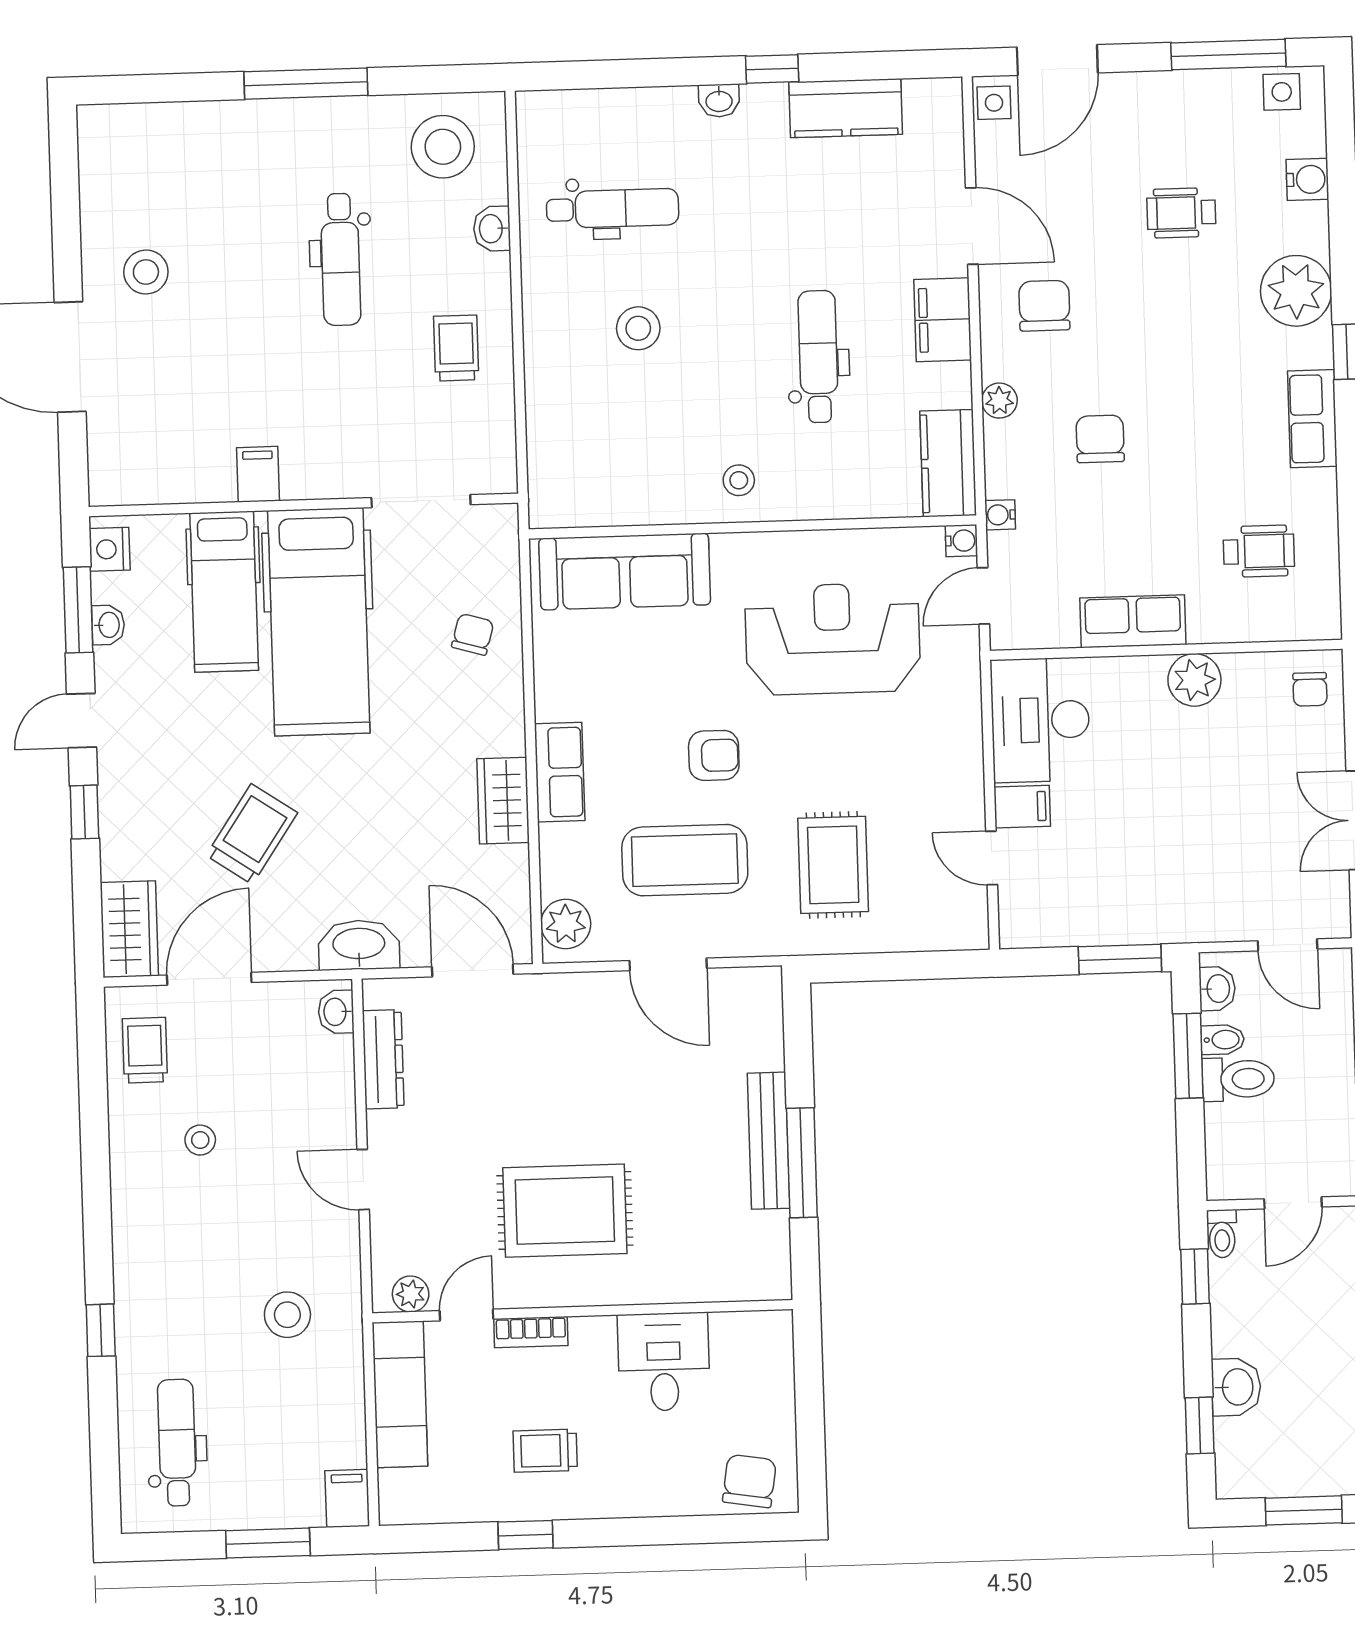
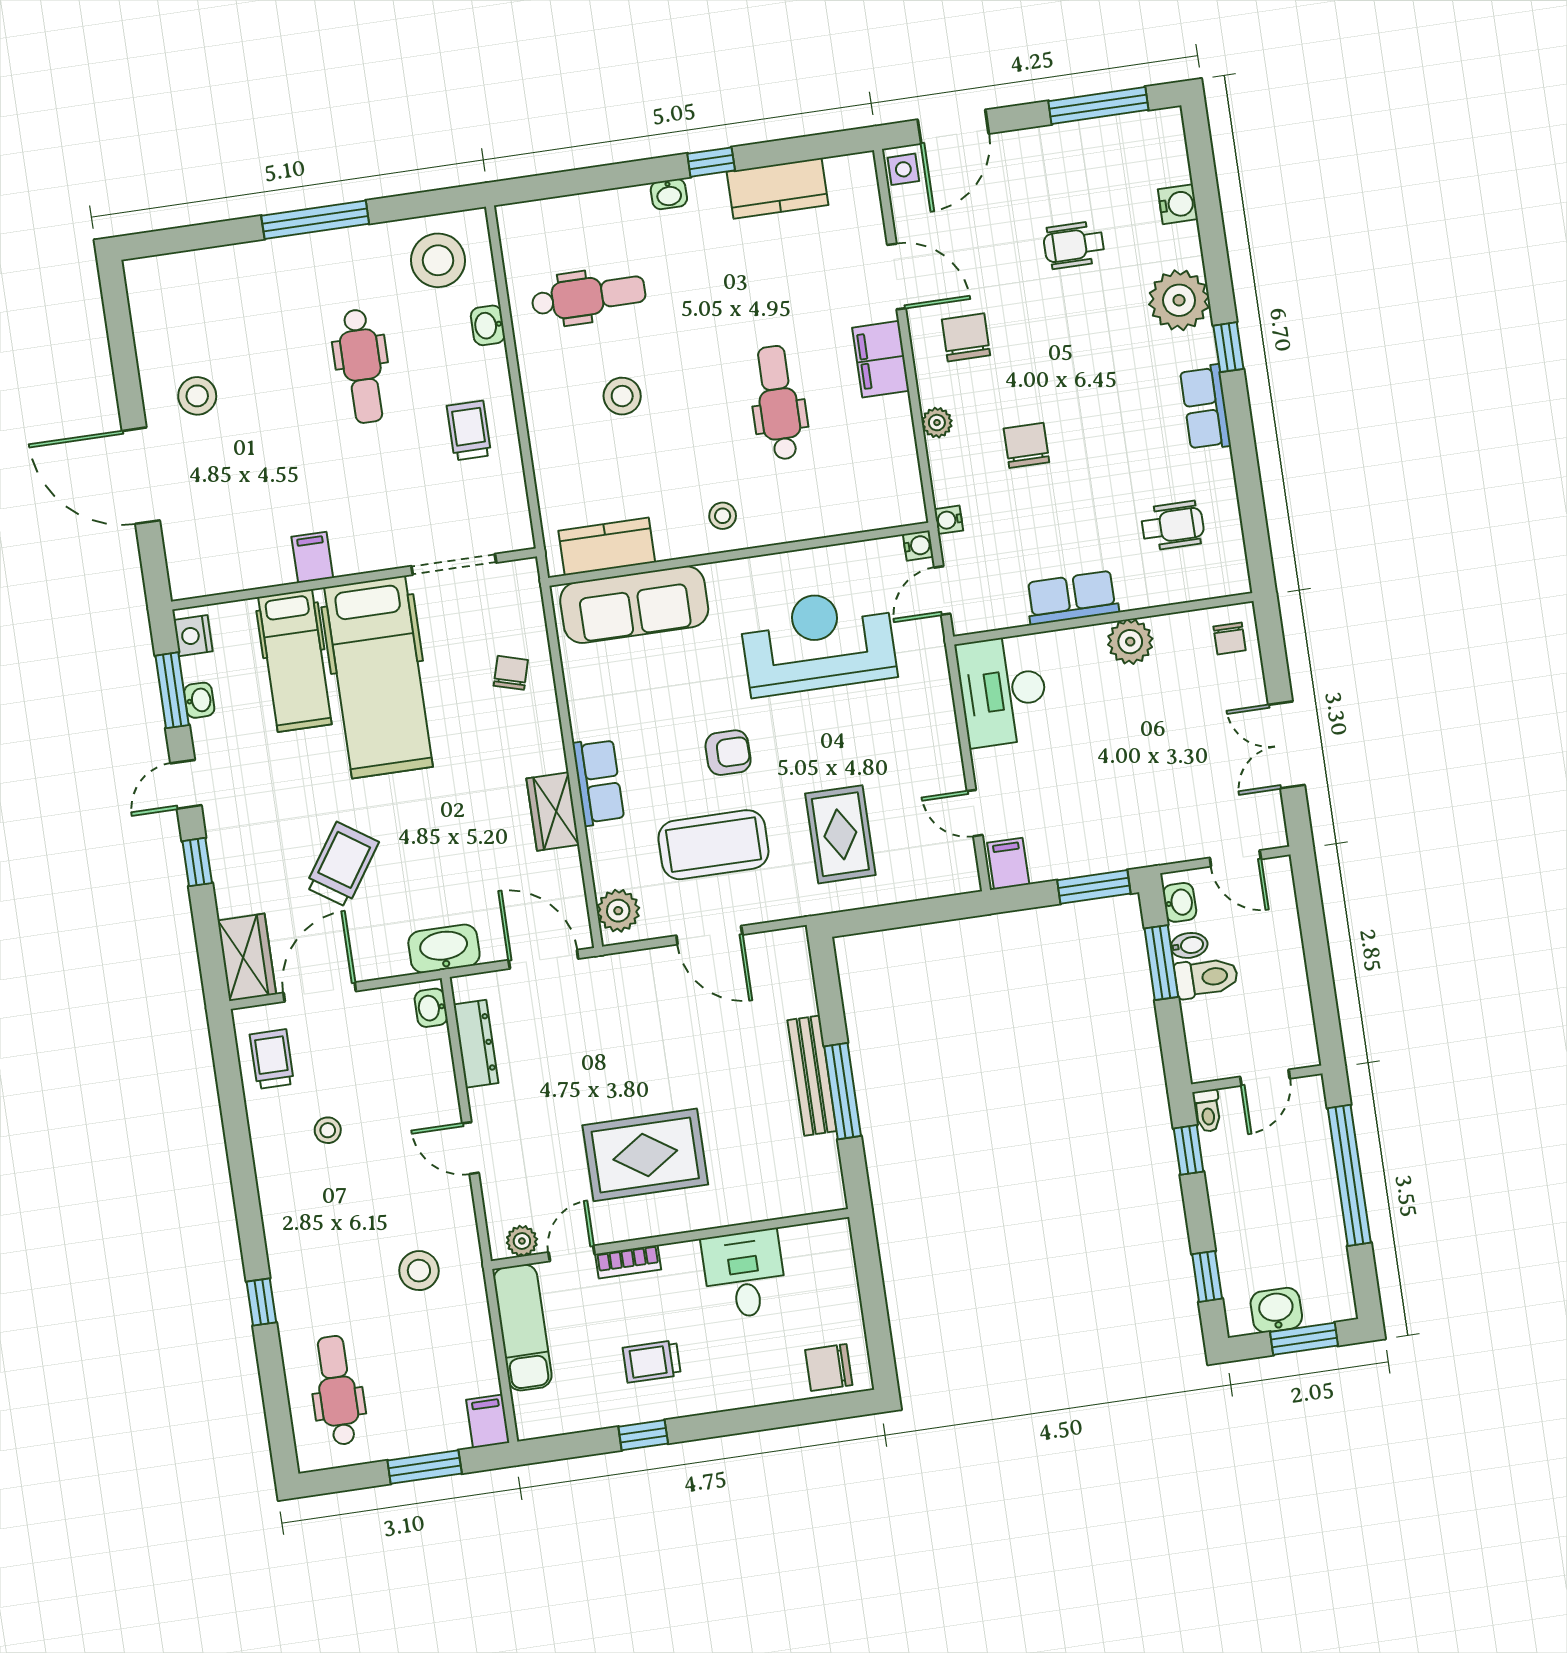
side table: (1282, 92) -> (1147, 132), removed
kitchen counter: (948, 463) -> (607, 547), moved, turned 90
filing cabinet: (1022, 807) -> (1008, 864), moved, turned -90
washbasin: (1236, 1387) -> (1276, 1310), moved, turned -90
chair: (749, 1481) -> (829, 1367), turned -99

